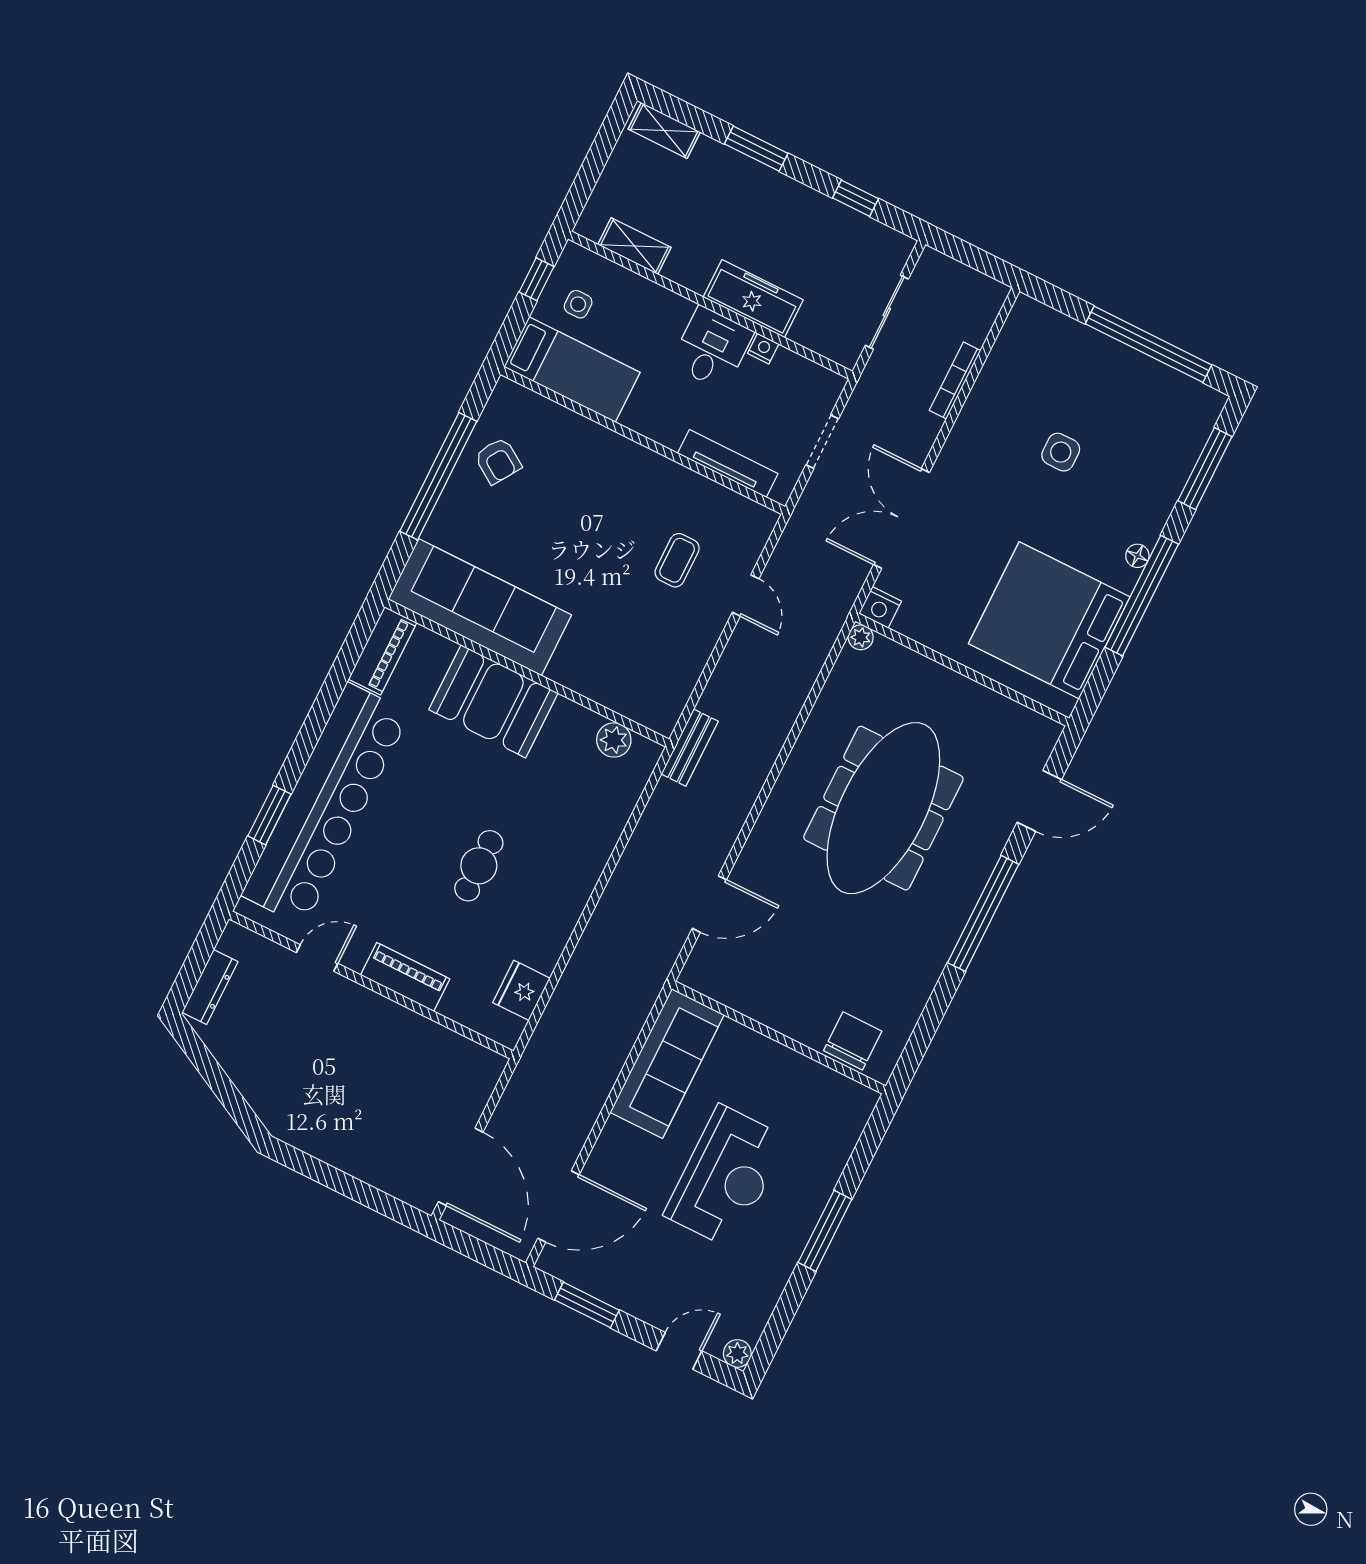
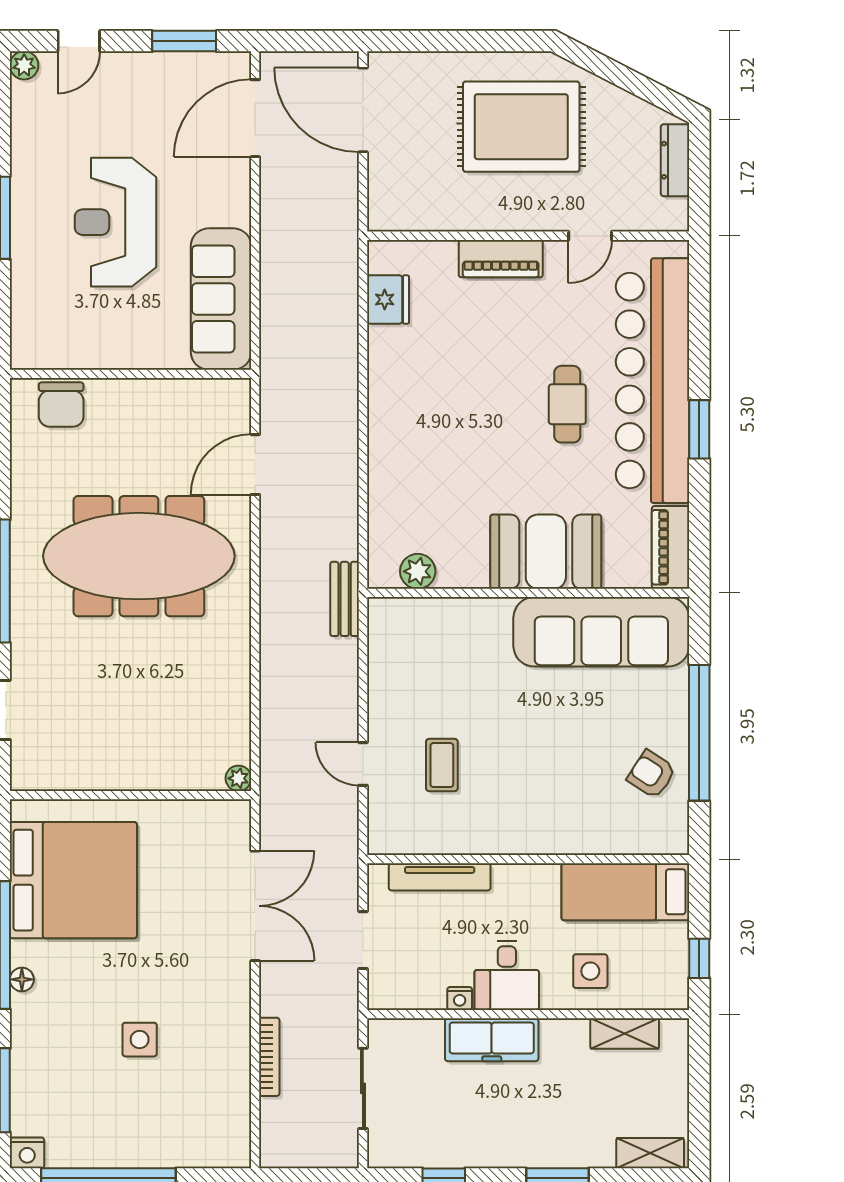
side table: (578, 304) -> (590, 971), moved, width x1.37, depth x1.37
nightstand: (880, 607) -> (27, 1153), moved, turned 180
meeting table: (883, 808) -> (139, 556), moved, turned 90
window: (269, 815) -> (699, 429), moved
cafe table: (479, 866) -> (567, 404), moved
rug: (330, 1083) -> (521, 127), added

